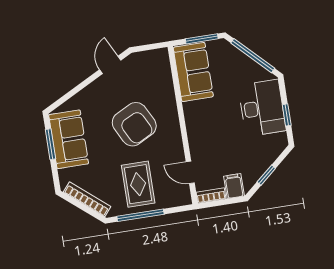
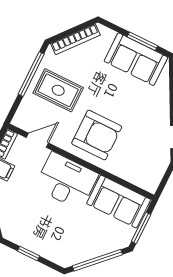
desk: (262, 108) -> (66, 181), moved, turned 180
armchair: (134, 124) -> (97, 135), moved, turned -153

